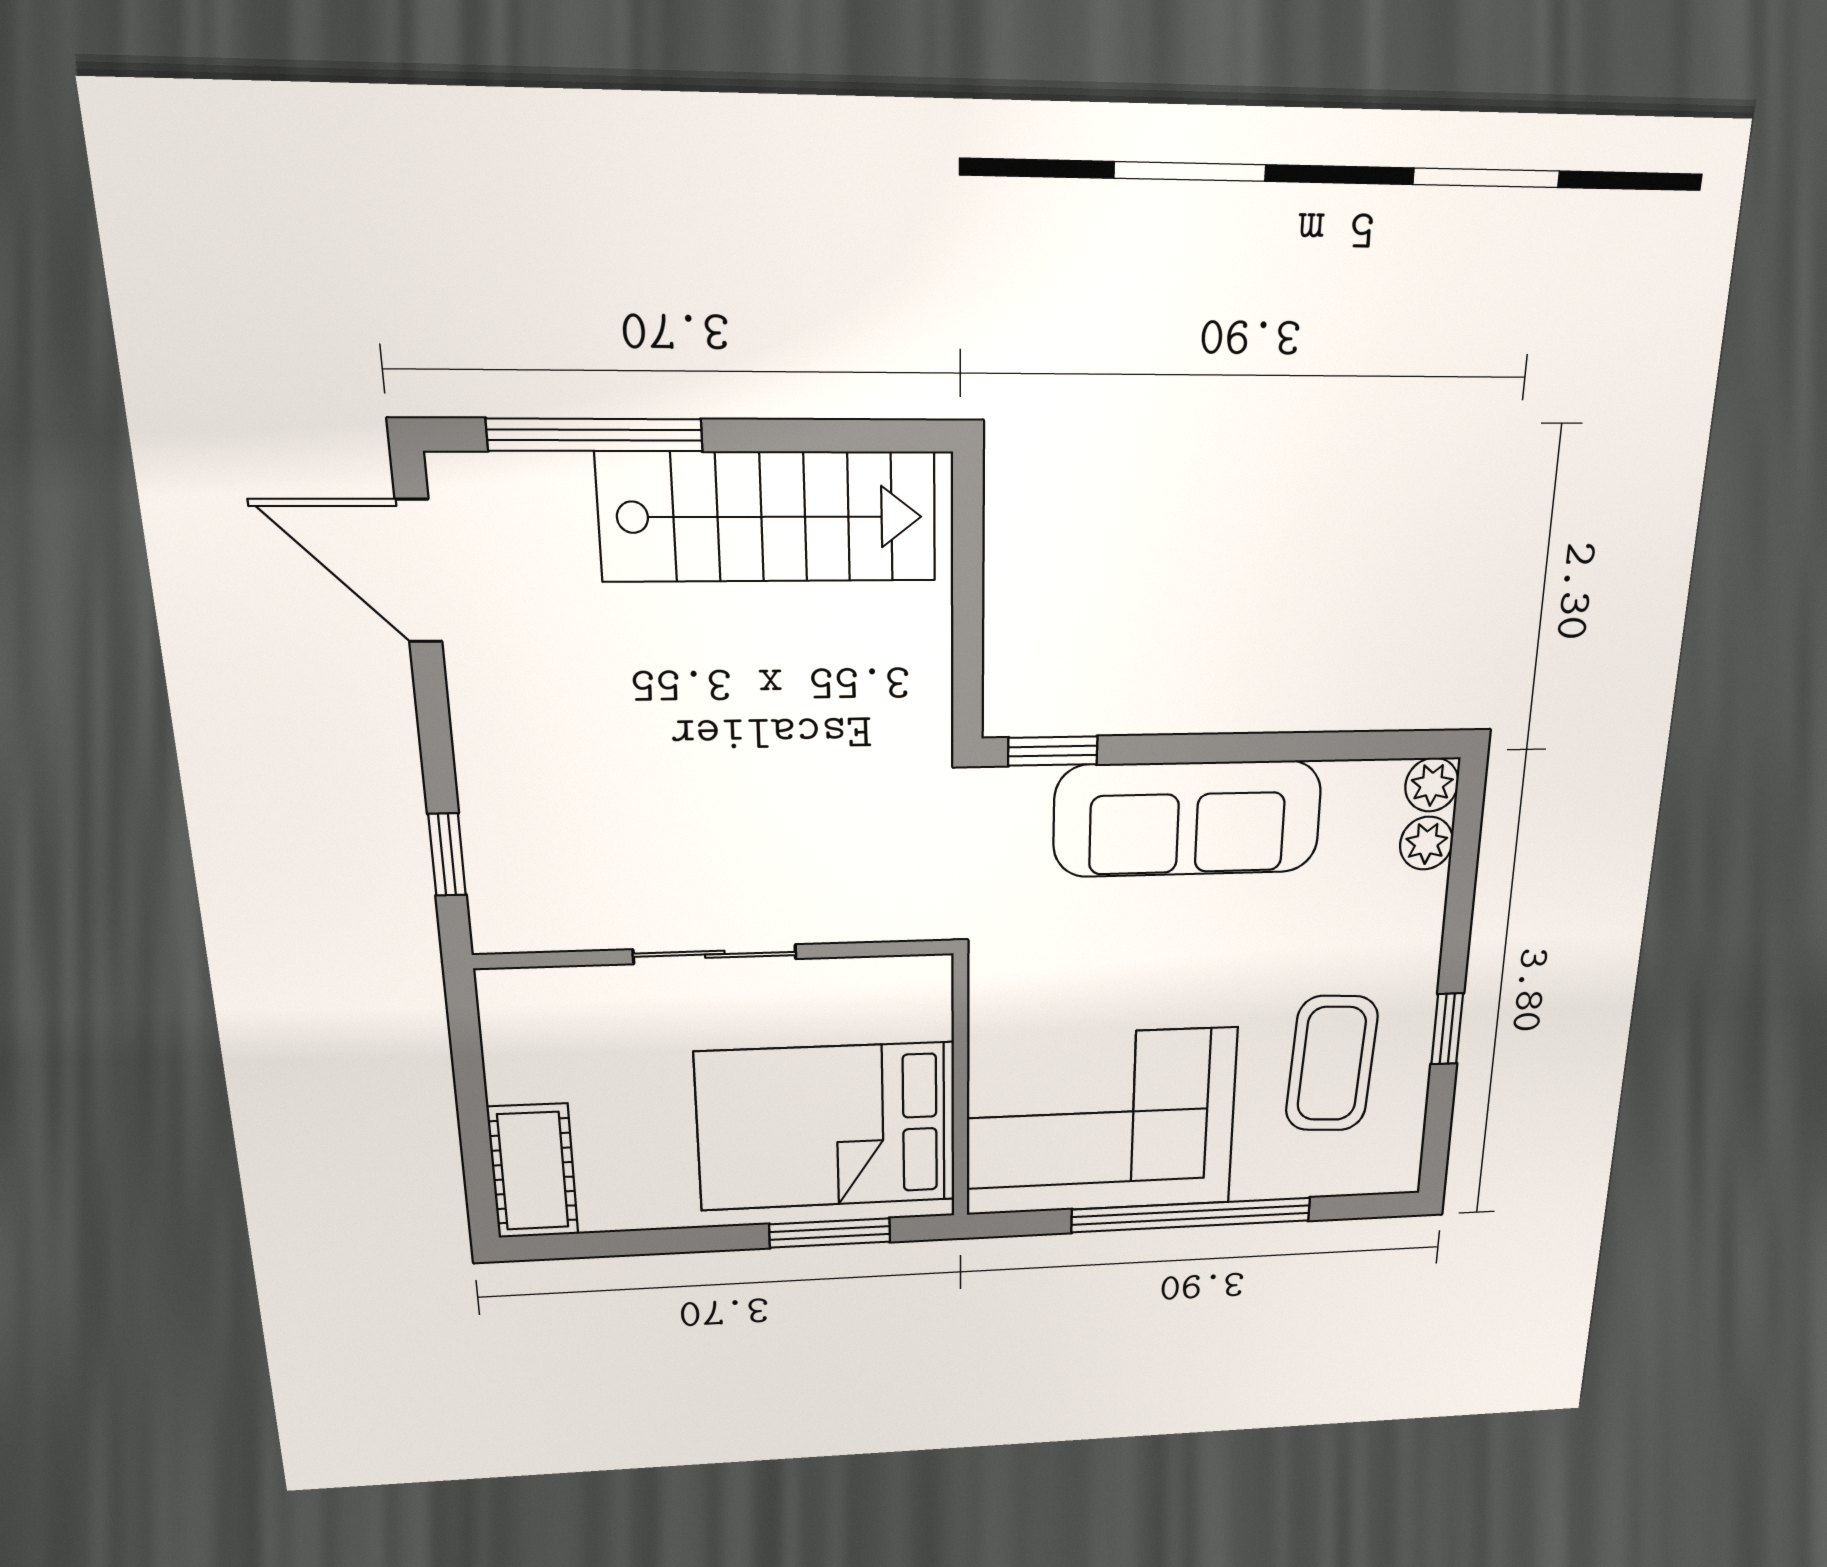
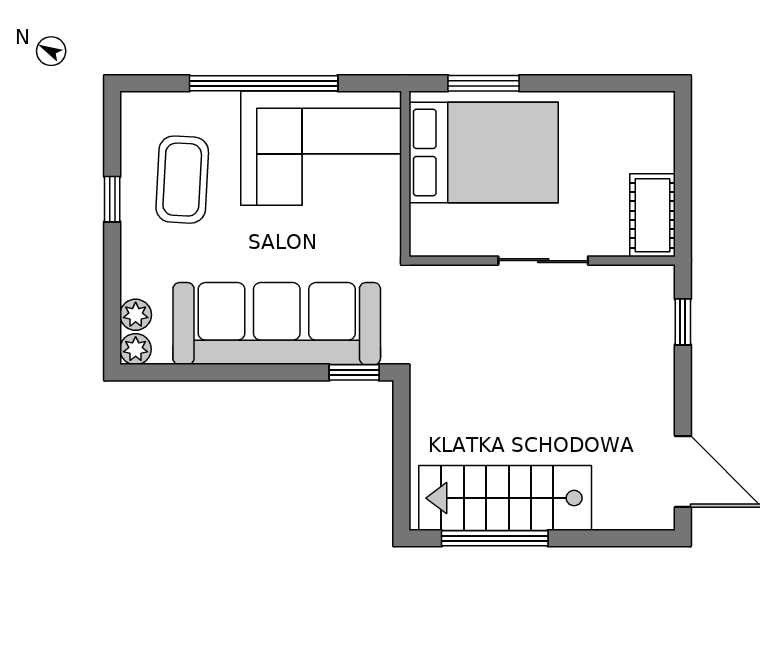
window: (595, 435) -> (495, 538), moved
sofa: (1188, 819) -> (277, 324), width x1.36, depth x1.27
cot: (533, 1171) -> (653, 215), moved

